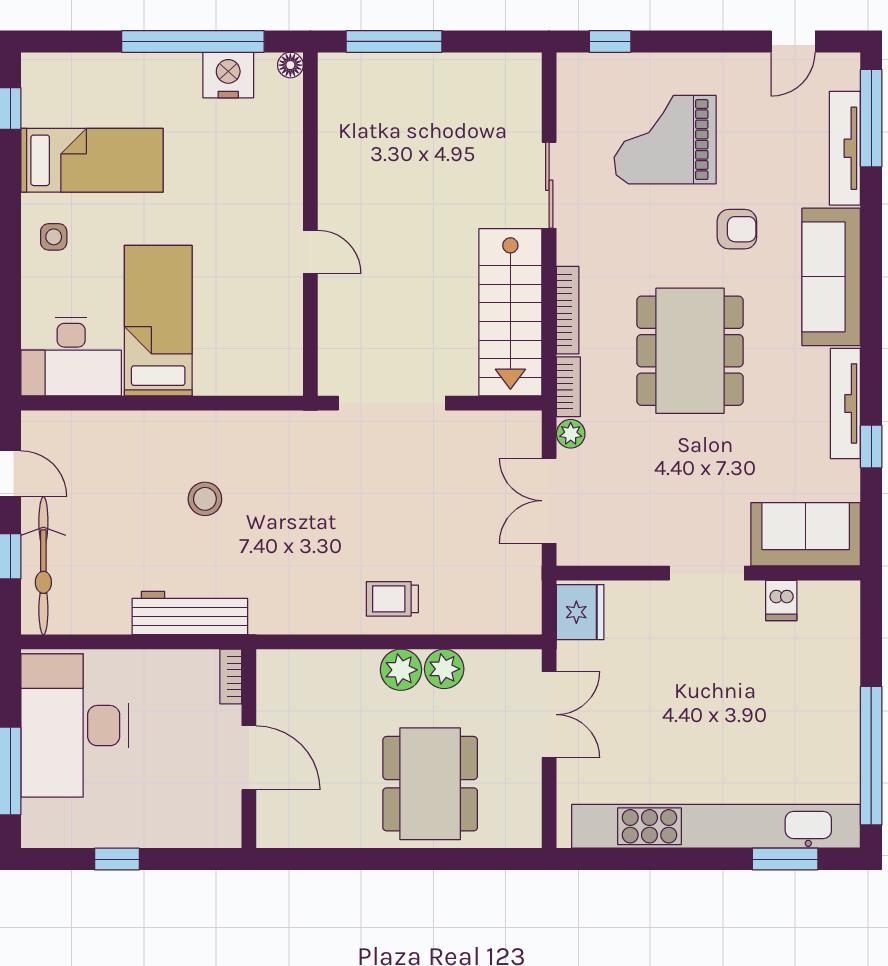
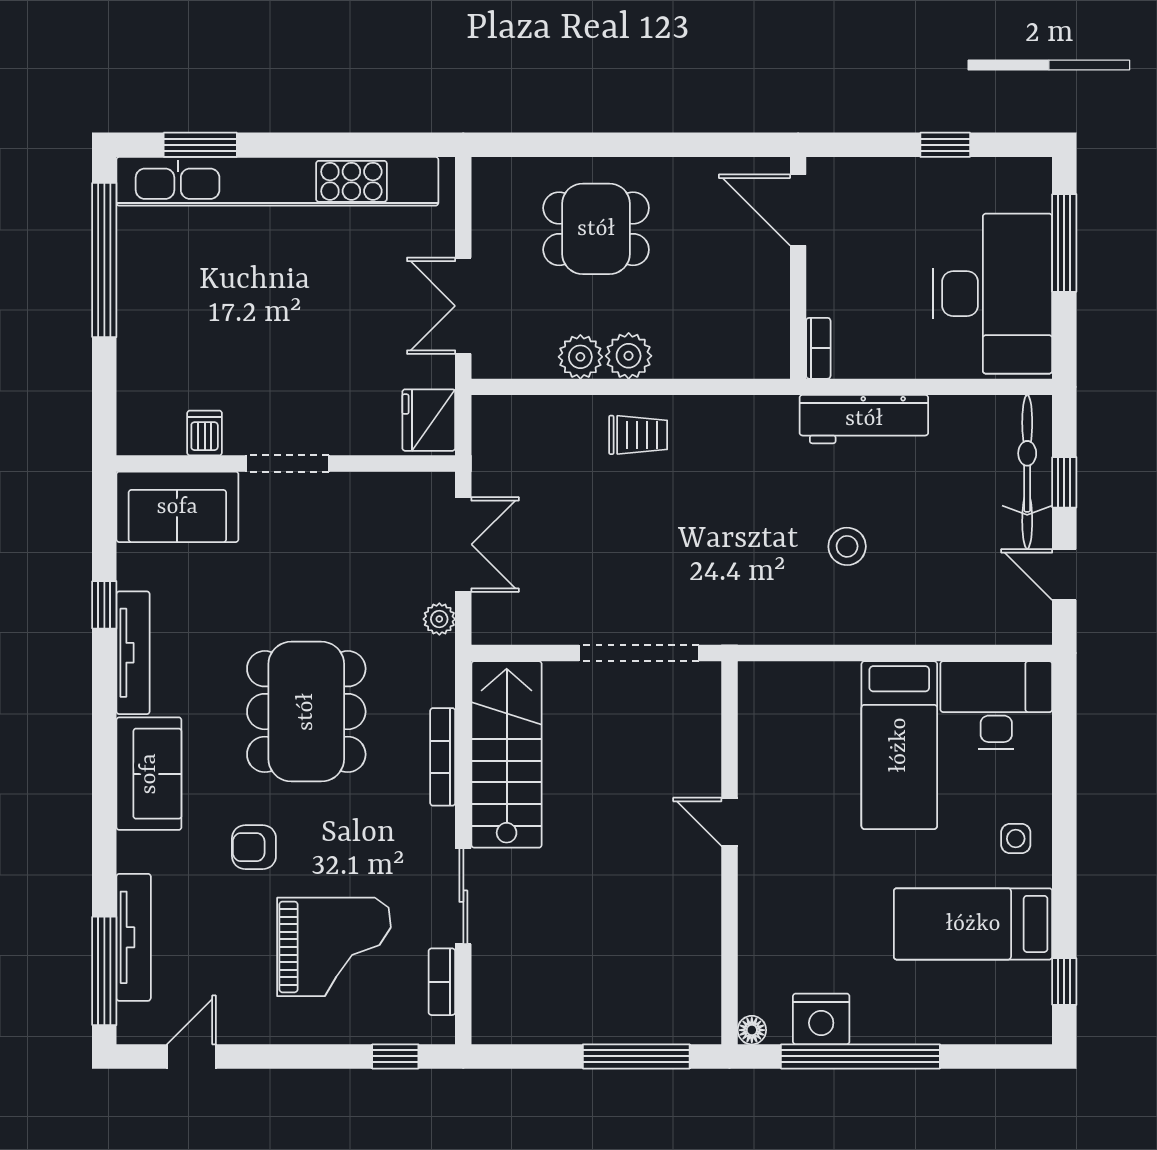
sofa: (831, 277) -> (149, 774), width x0.73
bookcase: (568, 387) -> (442, 982), moved
door: (249, 758) -> (798, 210), moved
dining table: (430, 784) -> (596, 229), width x0.73

